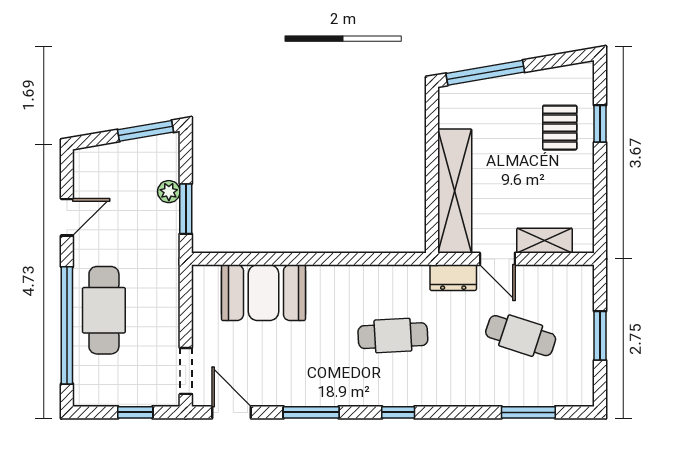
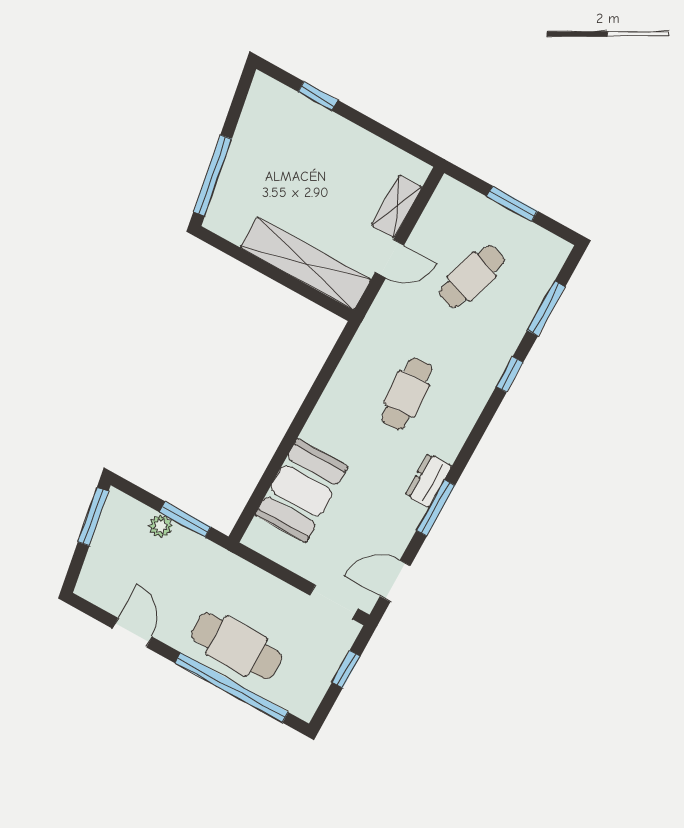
pallet: (560, 128) -> (301, 135), removed
dresser: (453, 278) -> (428, 480), moved, turned 180
window: (398, 412) -> (510, 374), moved

